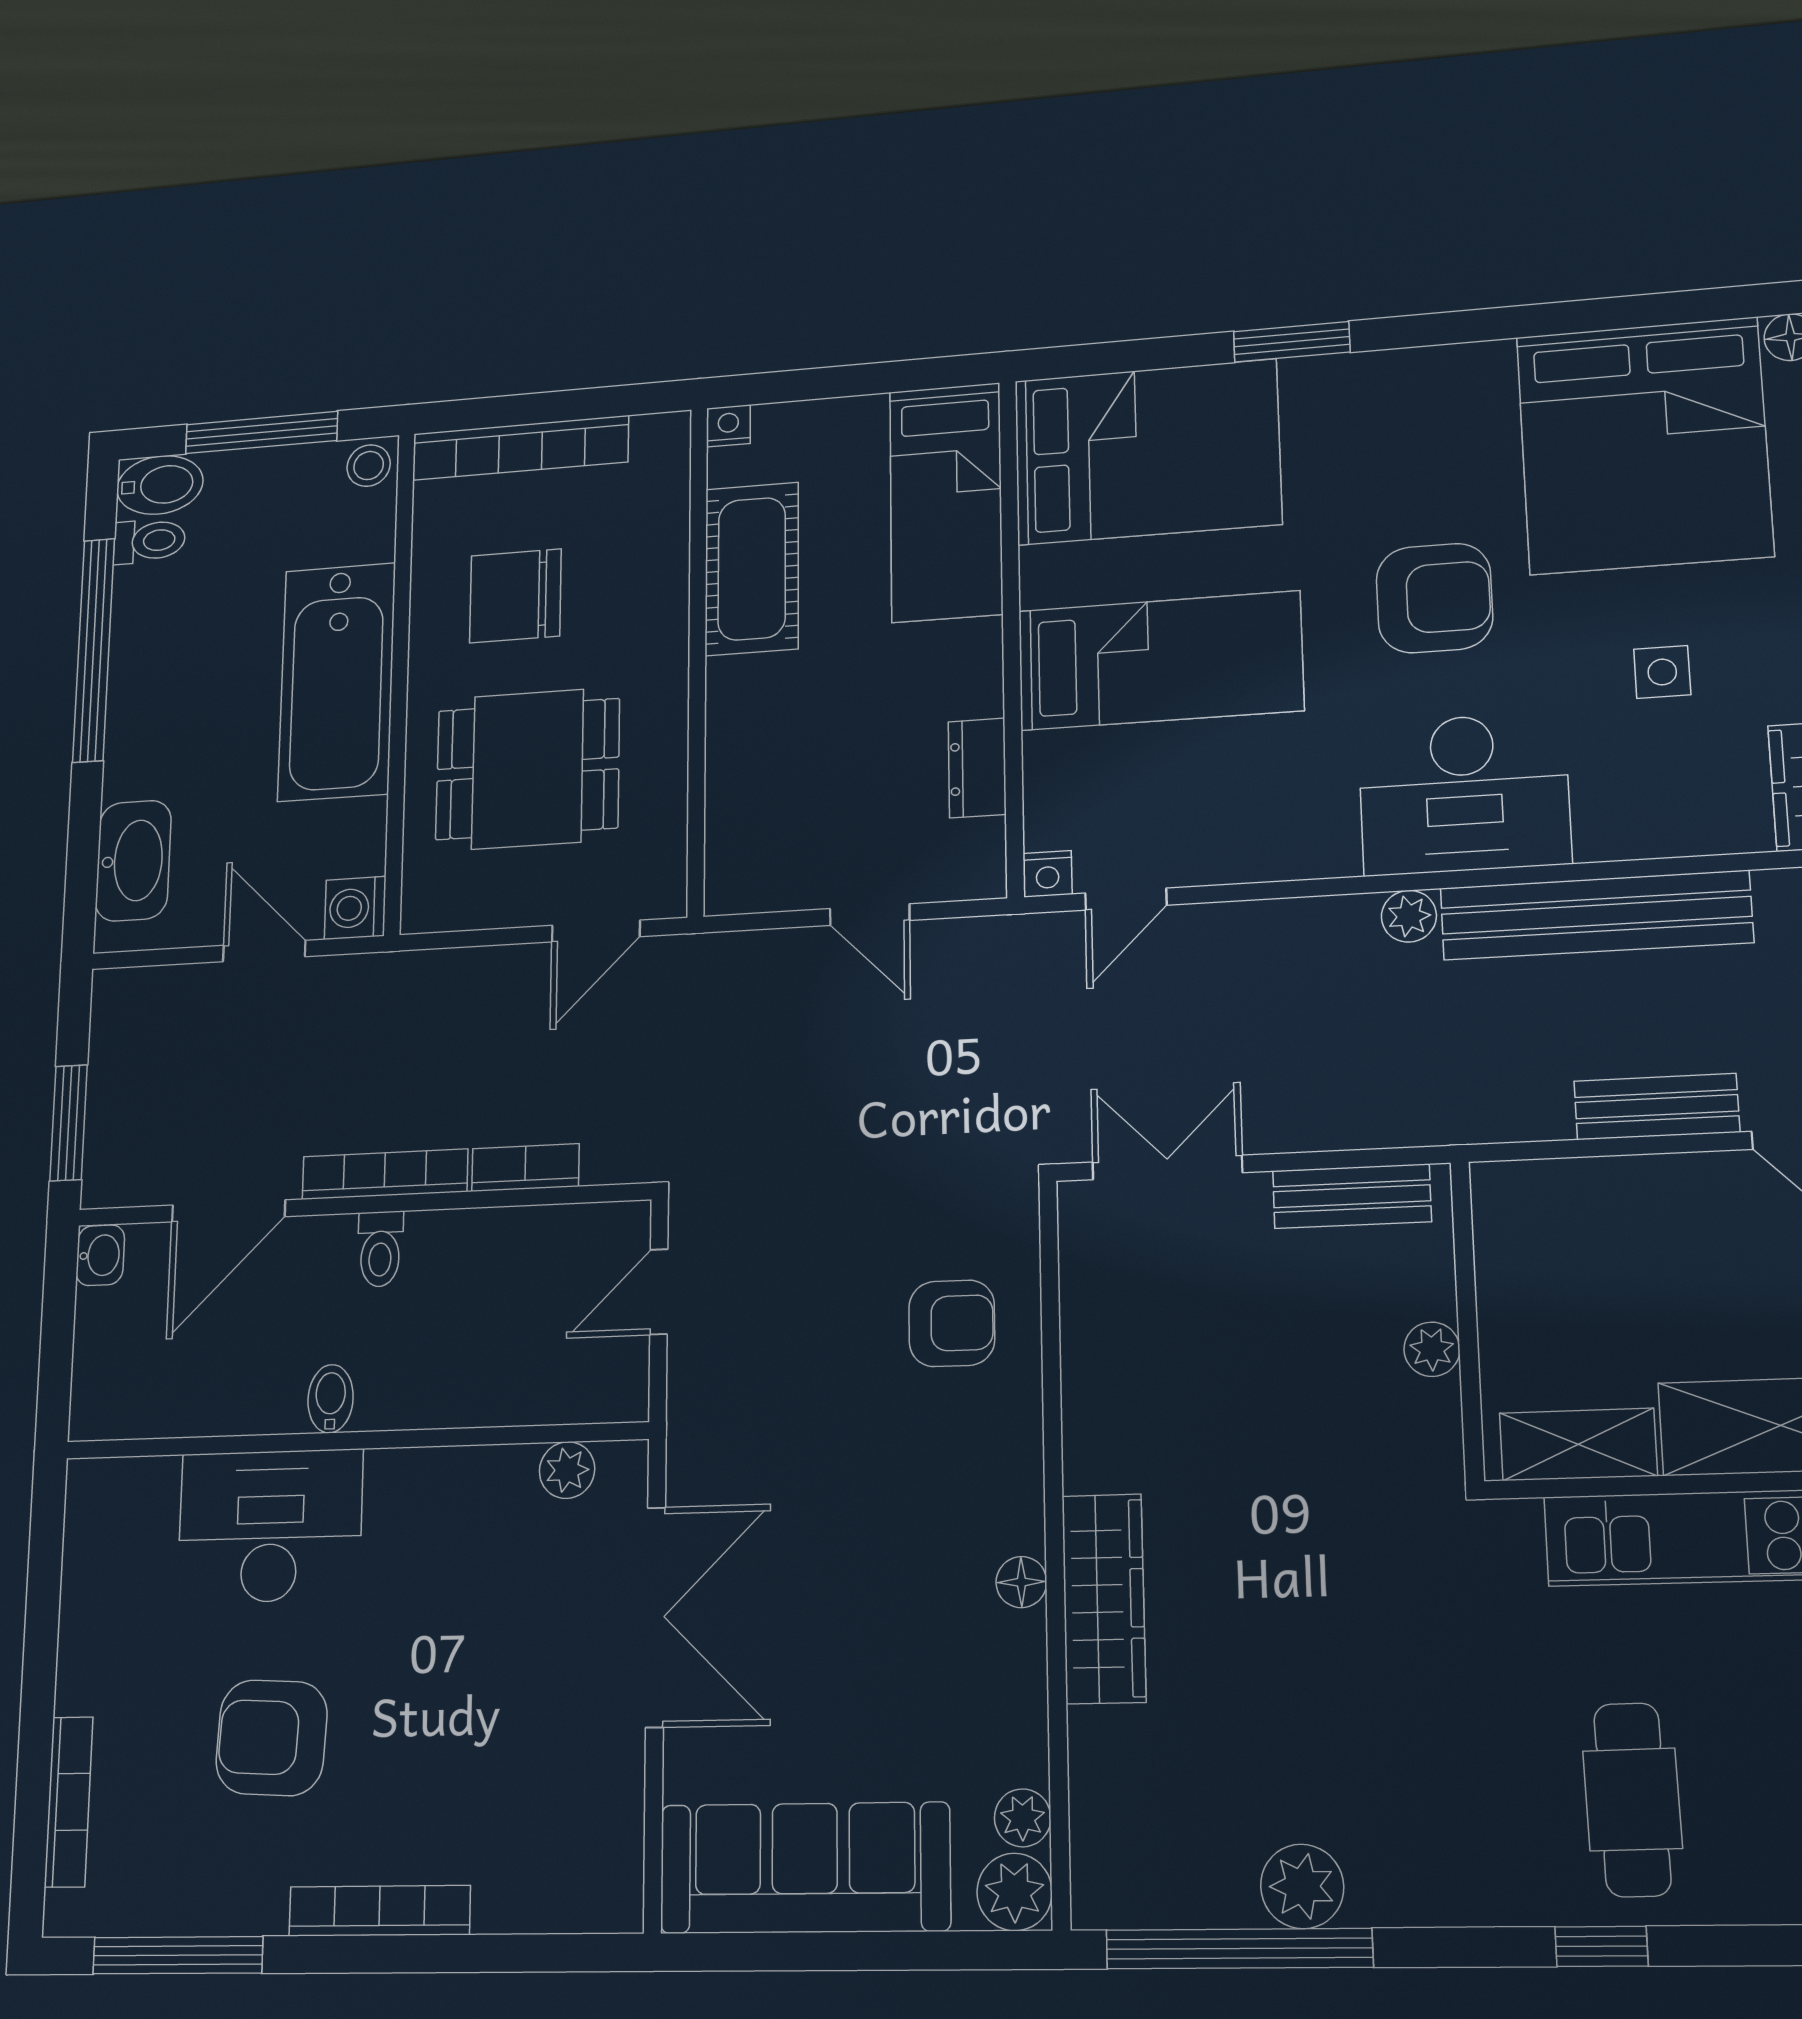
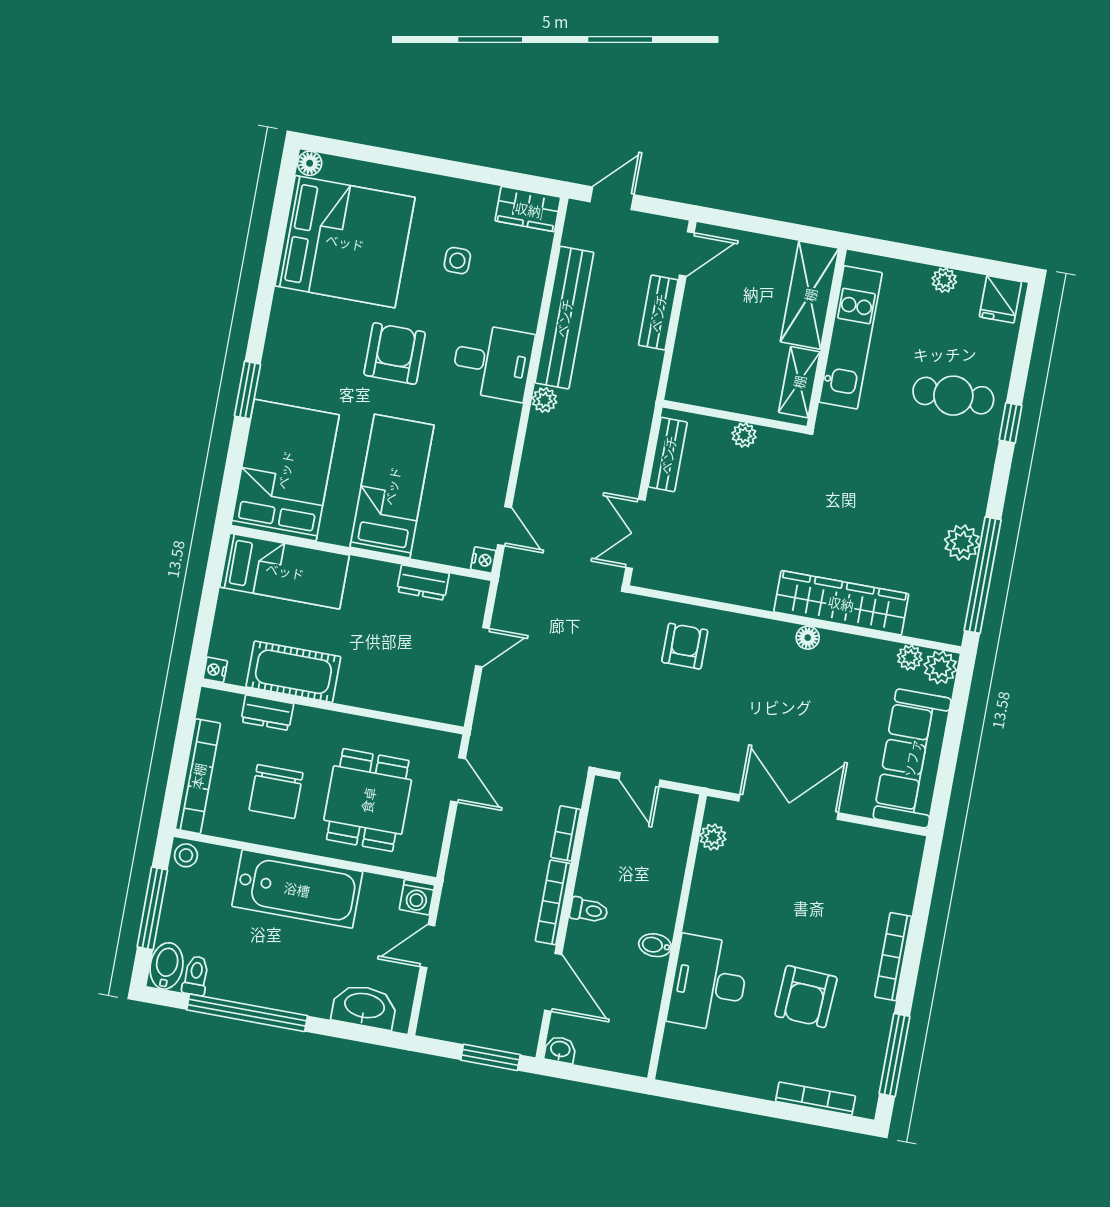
dresser: (664, 541) -> (267, 713), added
desk: (1464, 794) -> (493, 362), width x0.73
wardrobe: (1104, 1598) -> (841, 603), width x1.40, depth x1.17

